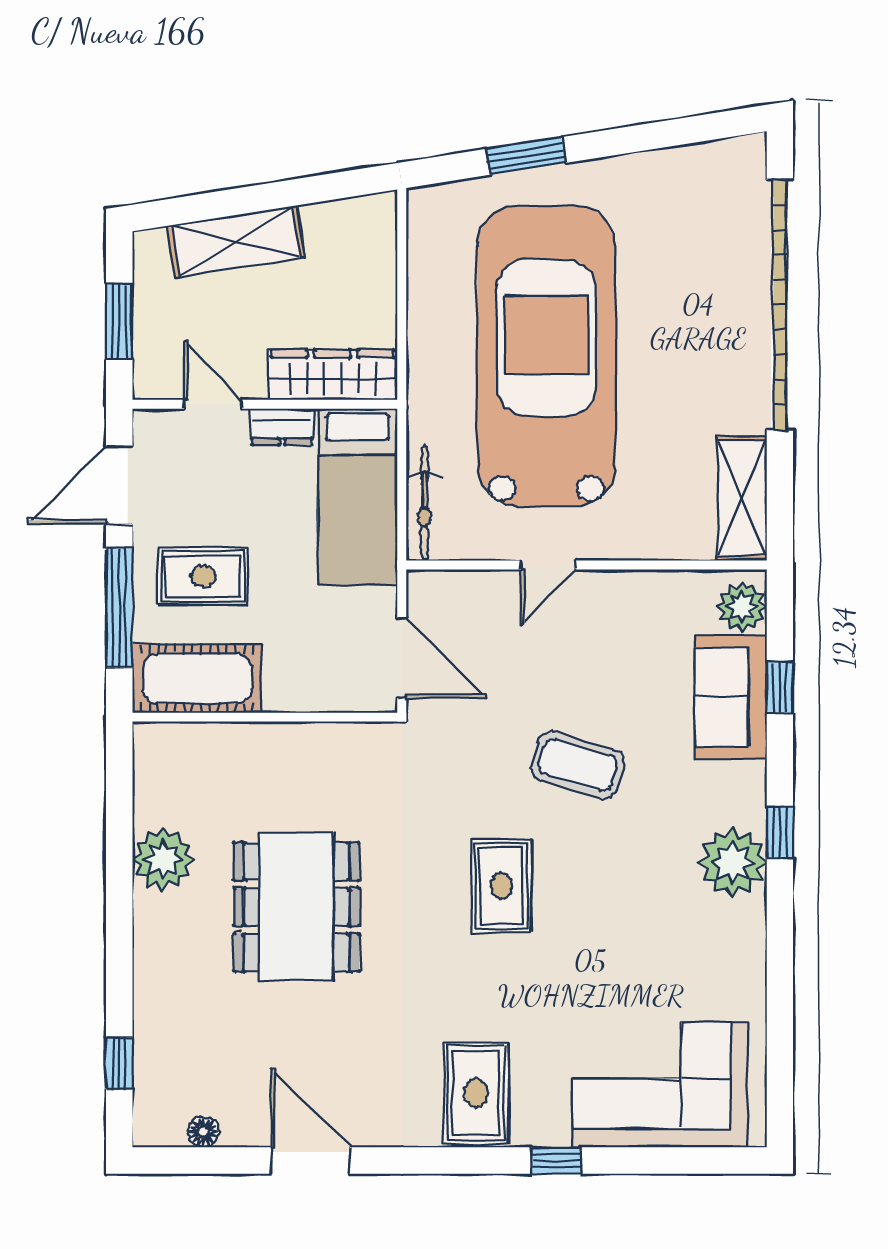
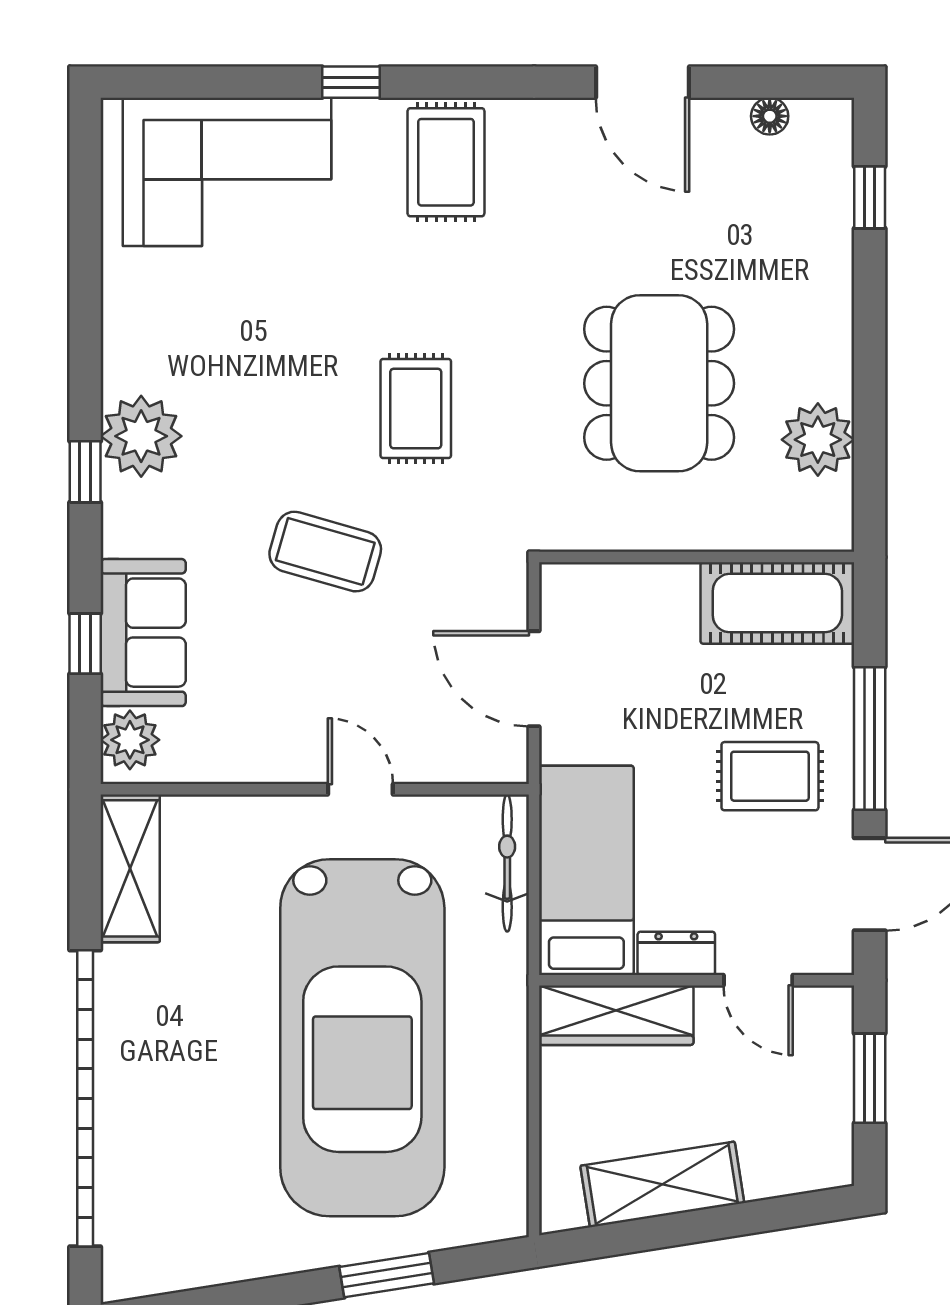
shelving: (236, 241) -> (662, 1184), moved
door: (548, 565) -> (360, 789), hinge flipped
cot: (197, 678) -> (777, 603), moved
wall: (265, 717) -> (697, 557), moved

